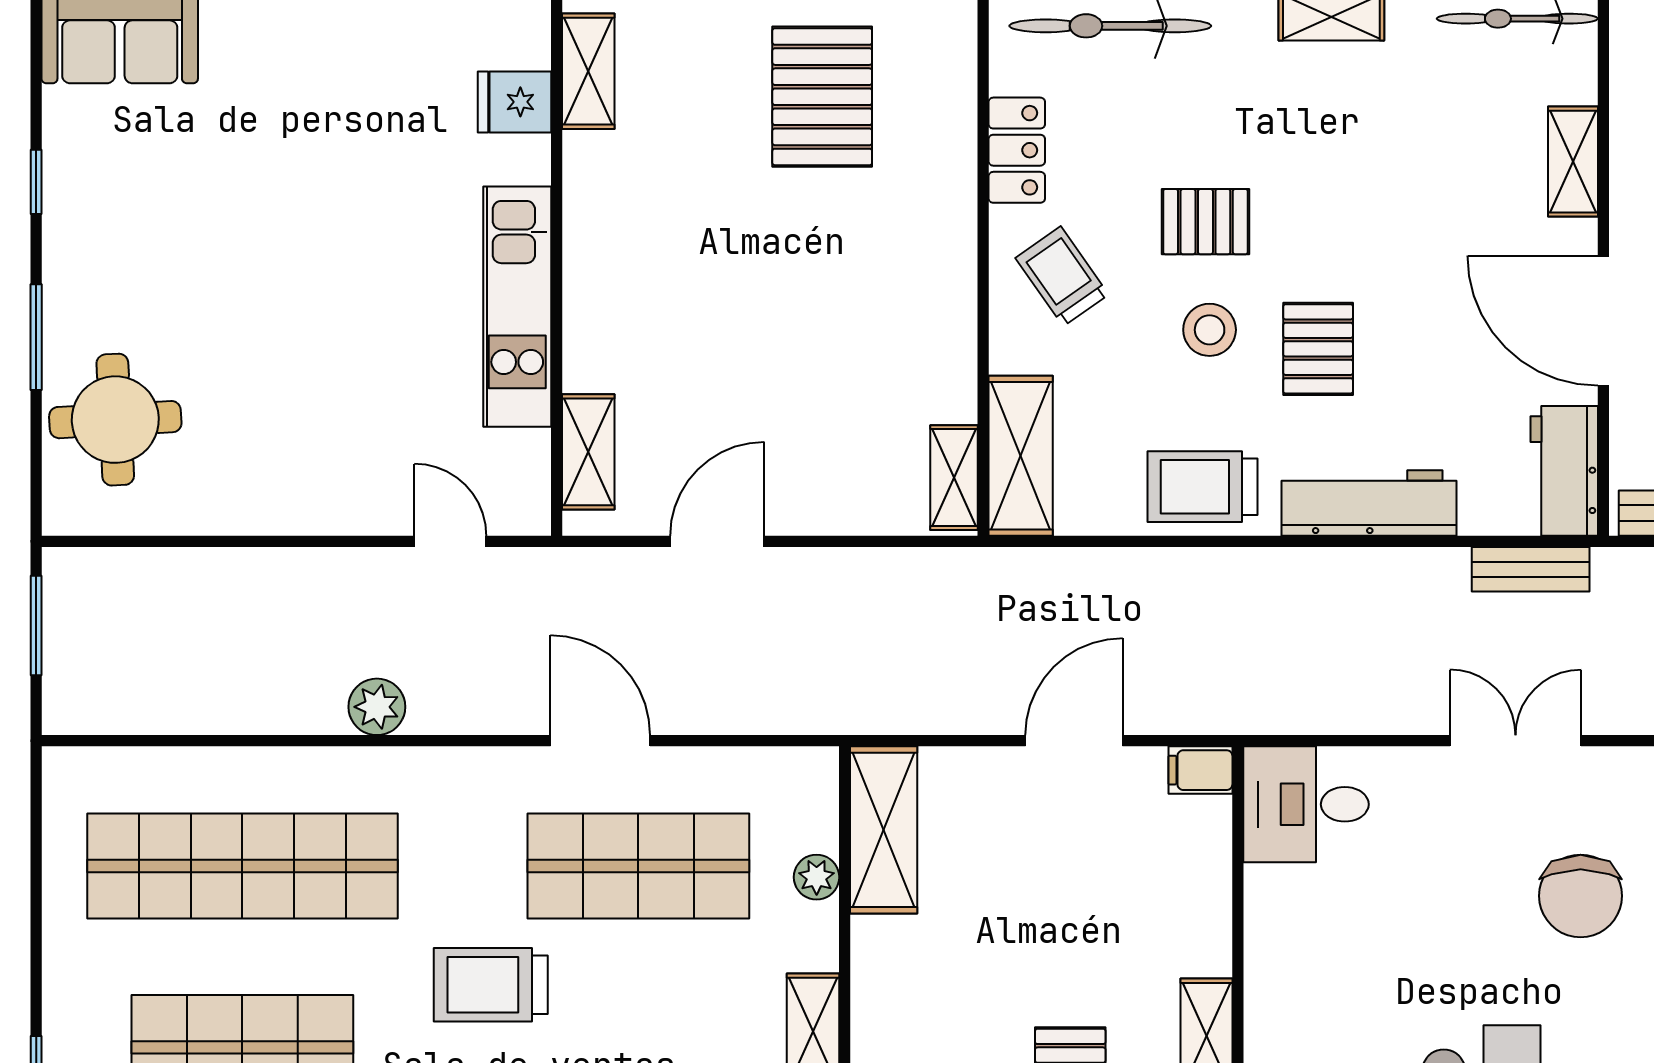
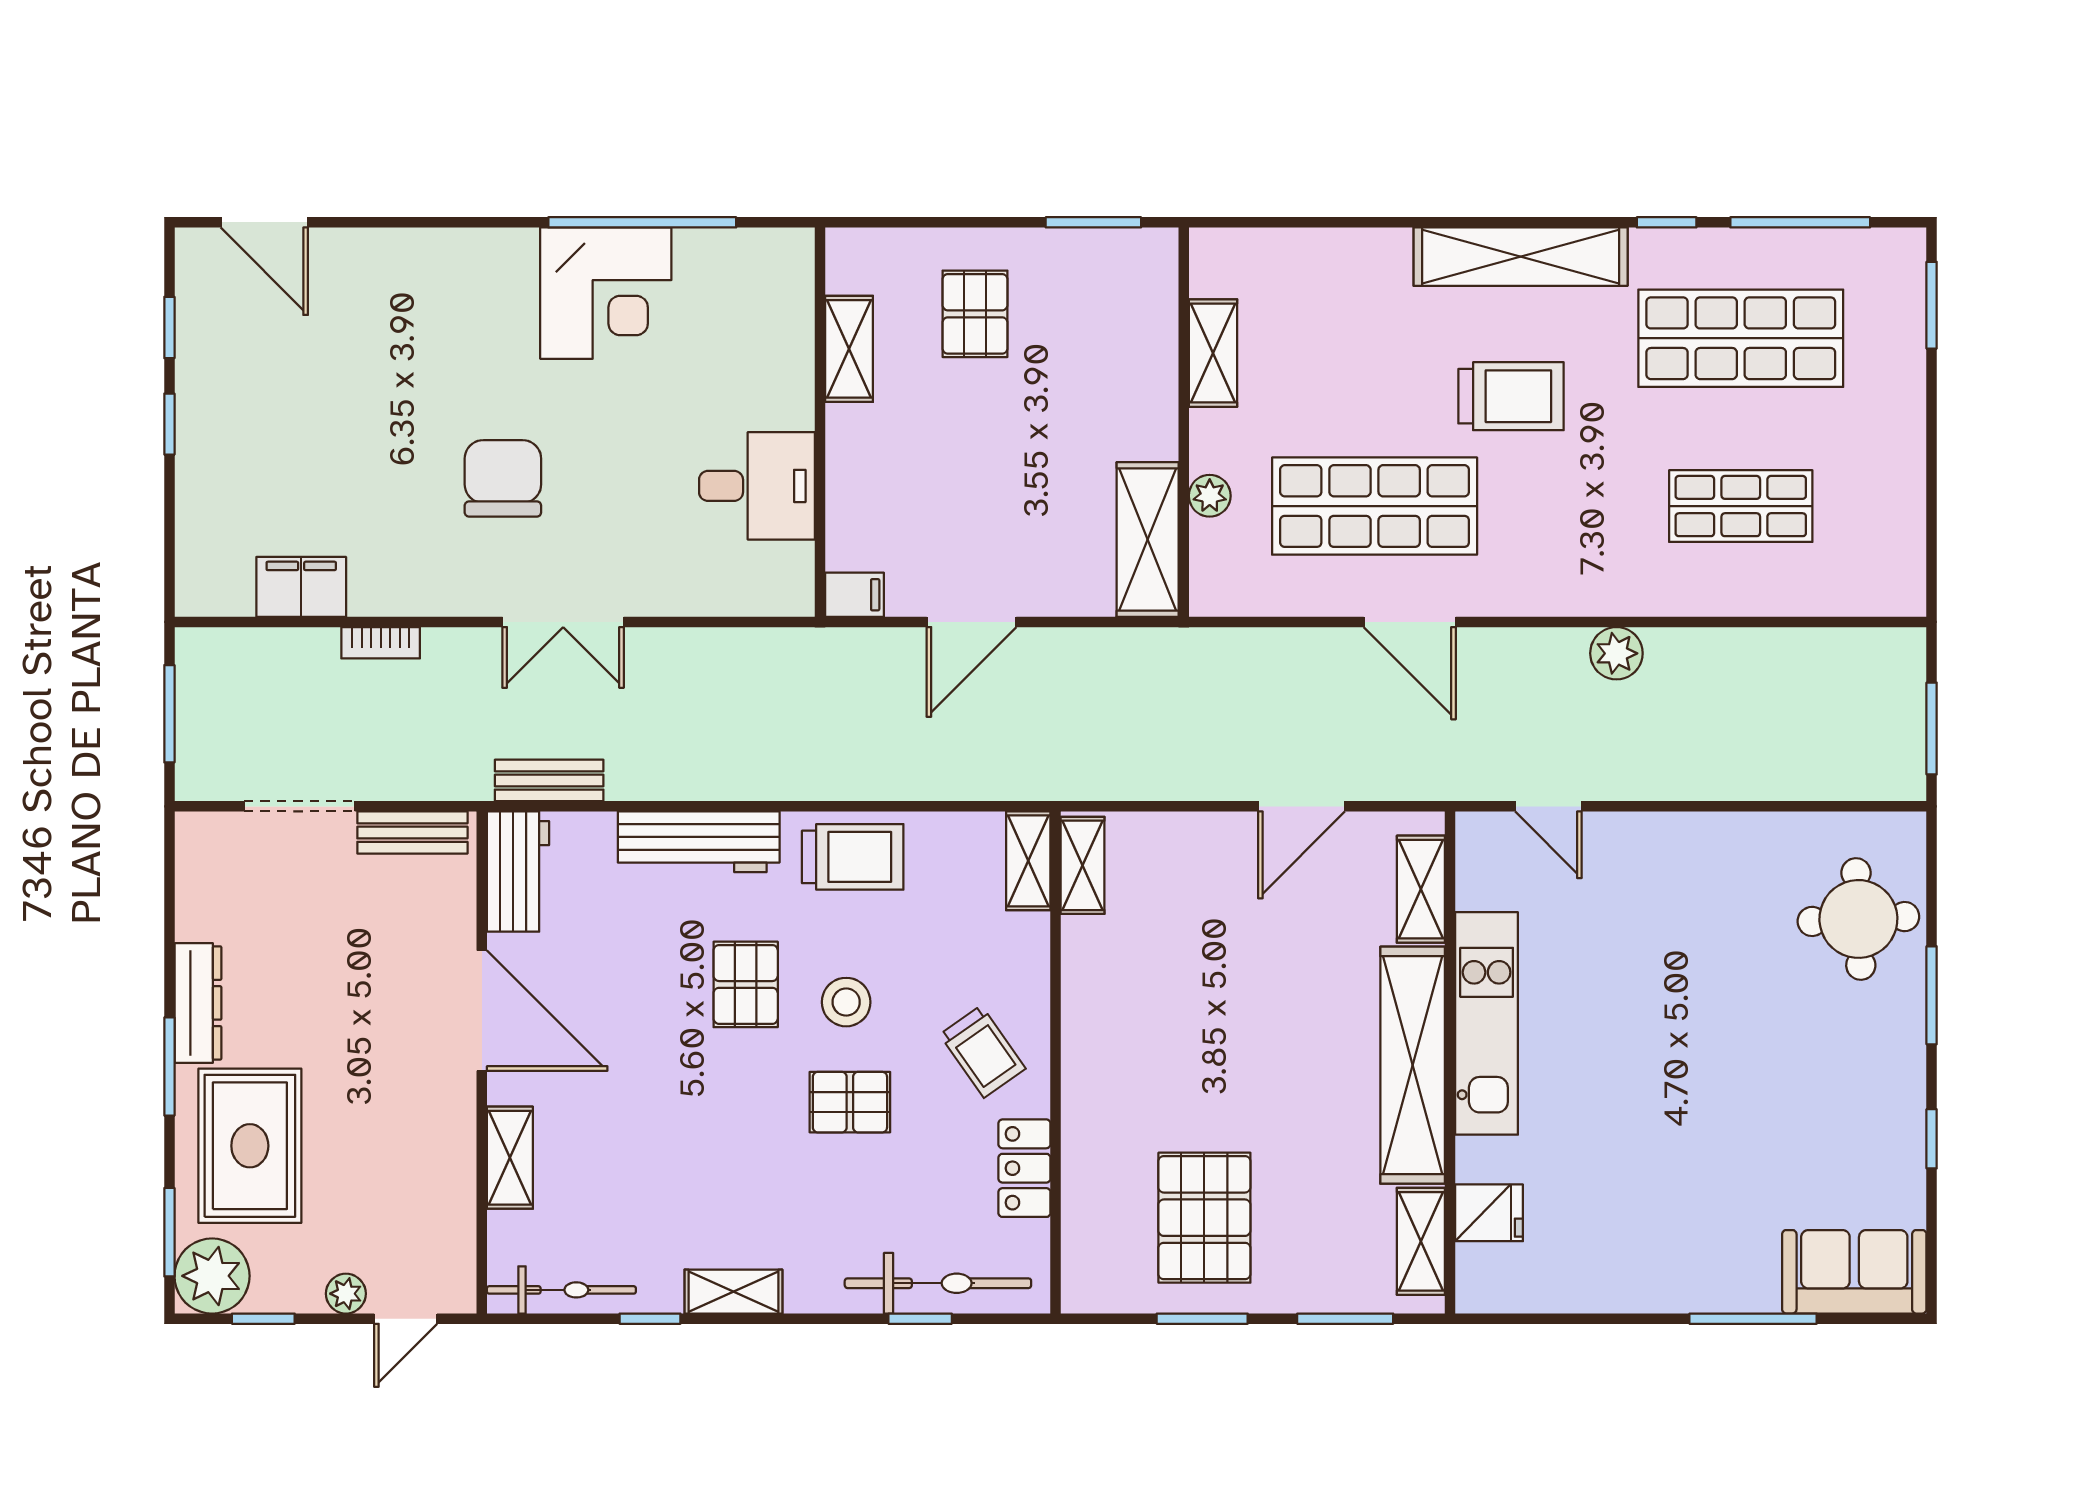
shelving: (597, 262) -> (1413, 1065), added
shelving: (1021, 456) -> (1028, 861), width x0.67, depth x0.75
desk: (1306, 804) -> (757, 486), moved
shop shelf: (242, 866) -> (1741, 506), width x0.50, depth x0.74

